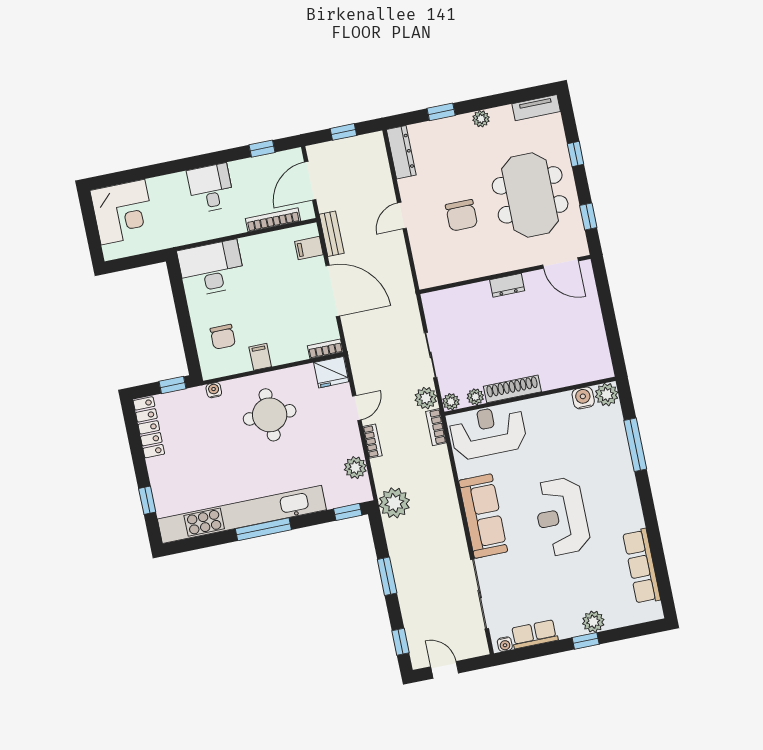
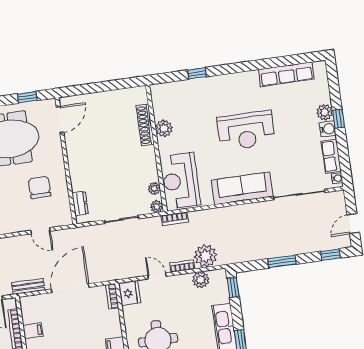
chair: (461, 215) -> (40, 187), moved, turned -90
door: (402, 216) -> (40, 231), moved
filing cabinet: (309, 248) -> (33, 331), moved, turned -90
dresser: (507, 285) -> (80, 204), moved
shoe rack: (512, 389) -> (145, 125), moved
plant: (607, 395) -> (164, 128), moved
plant: (426, 398) -> (153, 225), removed
water cooler: (583, 398) -> (328, 129), moved, turned 180
window: (635, 445) -> (197, 73), width x0.46
plant: (394, 503) -> (206, 256), moved

